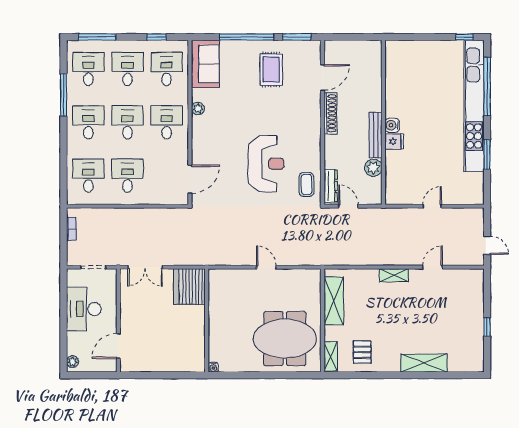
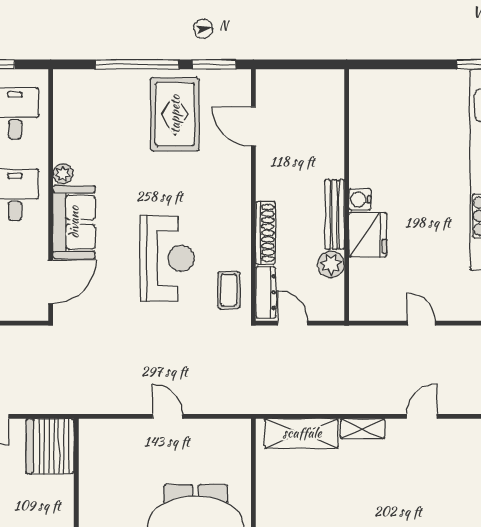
sofa: (205, 64) -> (74, 222), moved
rug: (271, 70) -> (175, 114), width x1.36, depth x1.43
door: (323, 77) -> (253, 126), swing flipped
shoe rack: (330, 113) -> (265, 233), moved
fridge: (394, 141) -> (368, 235), width x1.88, depth x1.34
door: (432, 206) -> (421, 323), hinge flipped
shelving: (334, 301) -> (302, 433), moved, turned 90

